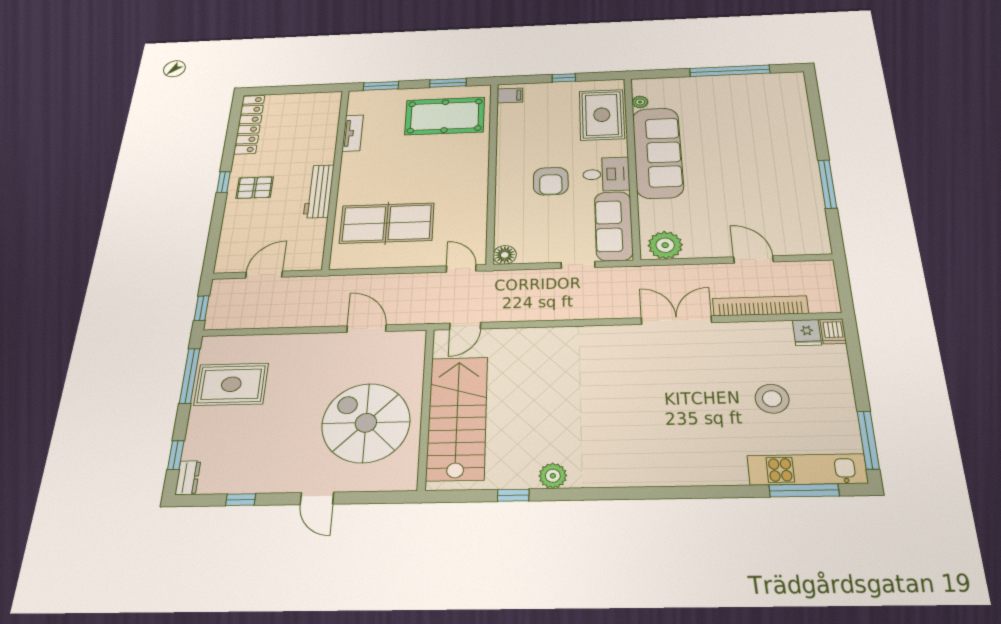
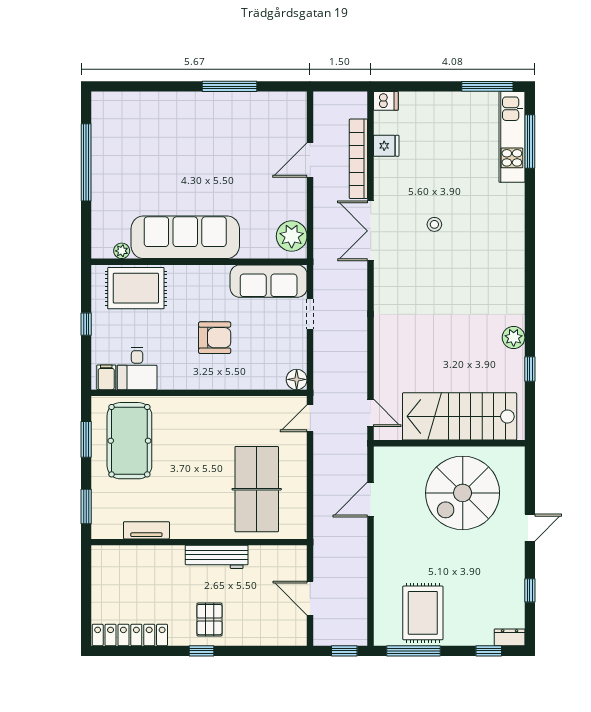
desk: (606, 174) -> (137, 368), moved, turned 180
fridge: (807, 333) -> (386, 146), moved
stool: (772, 399) -> (434, 224), moved, width x0.53, depth x0.53

